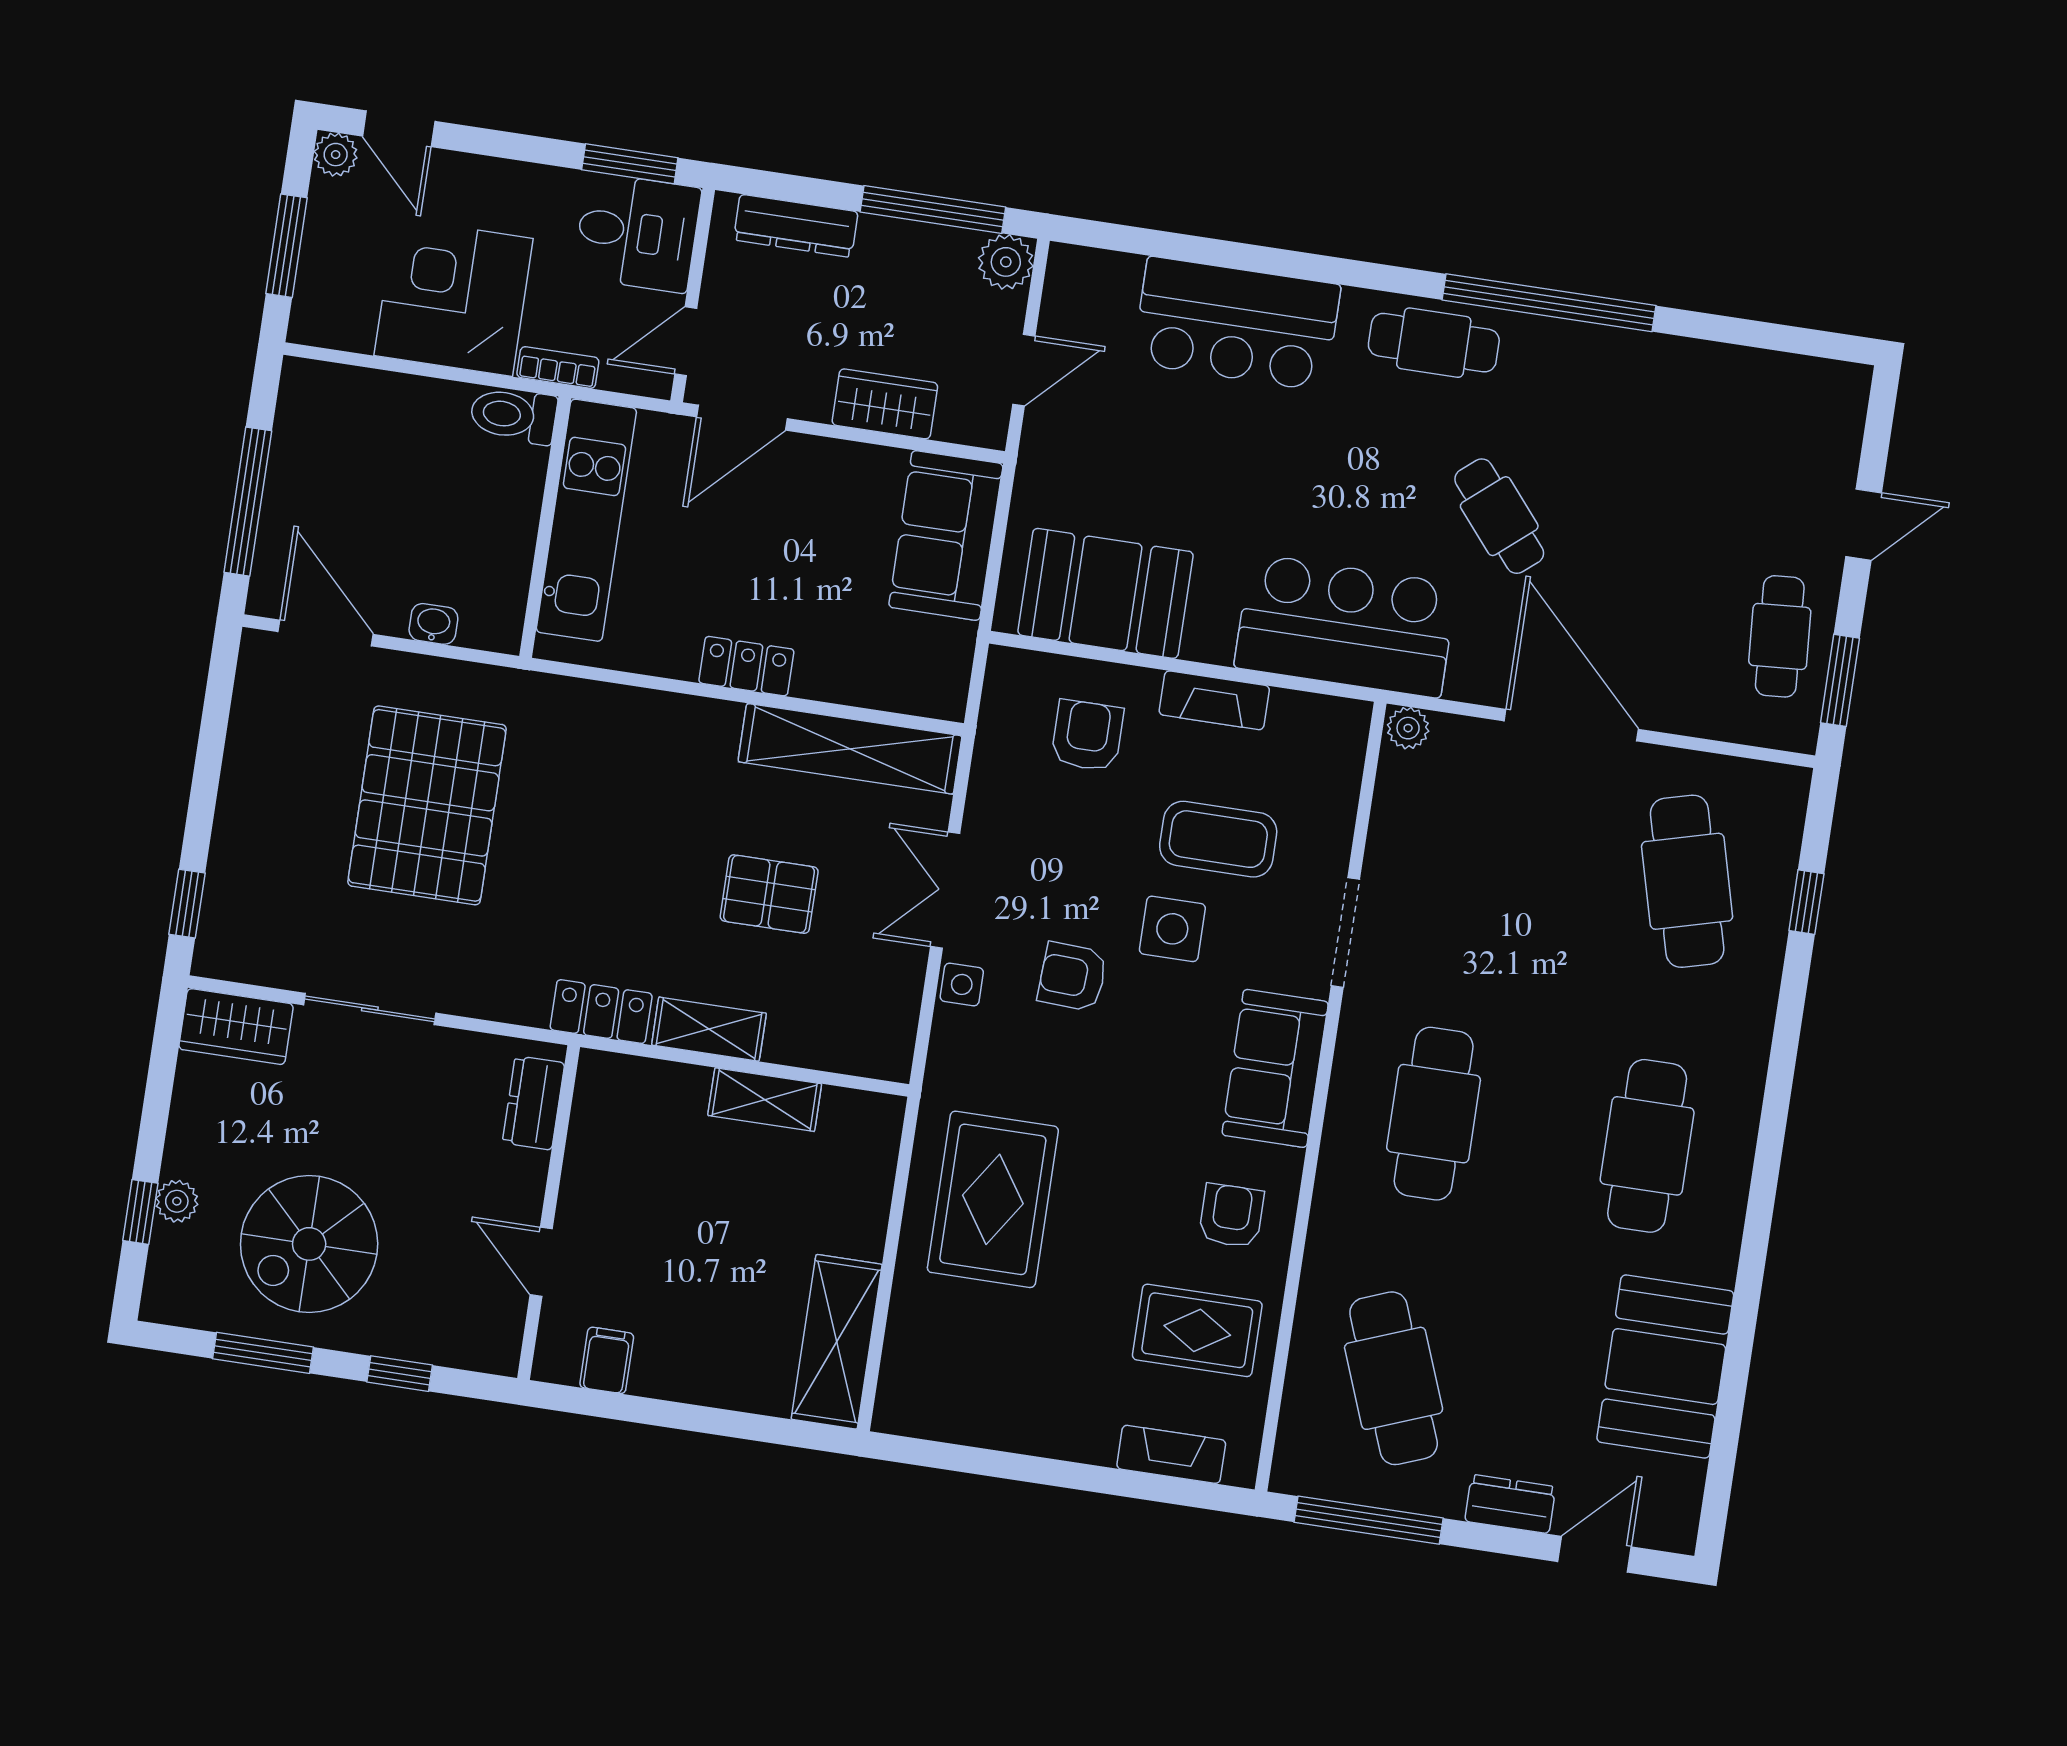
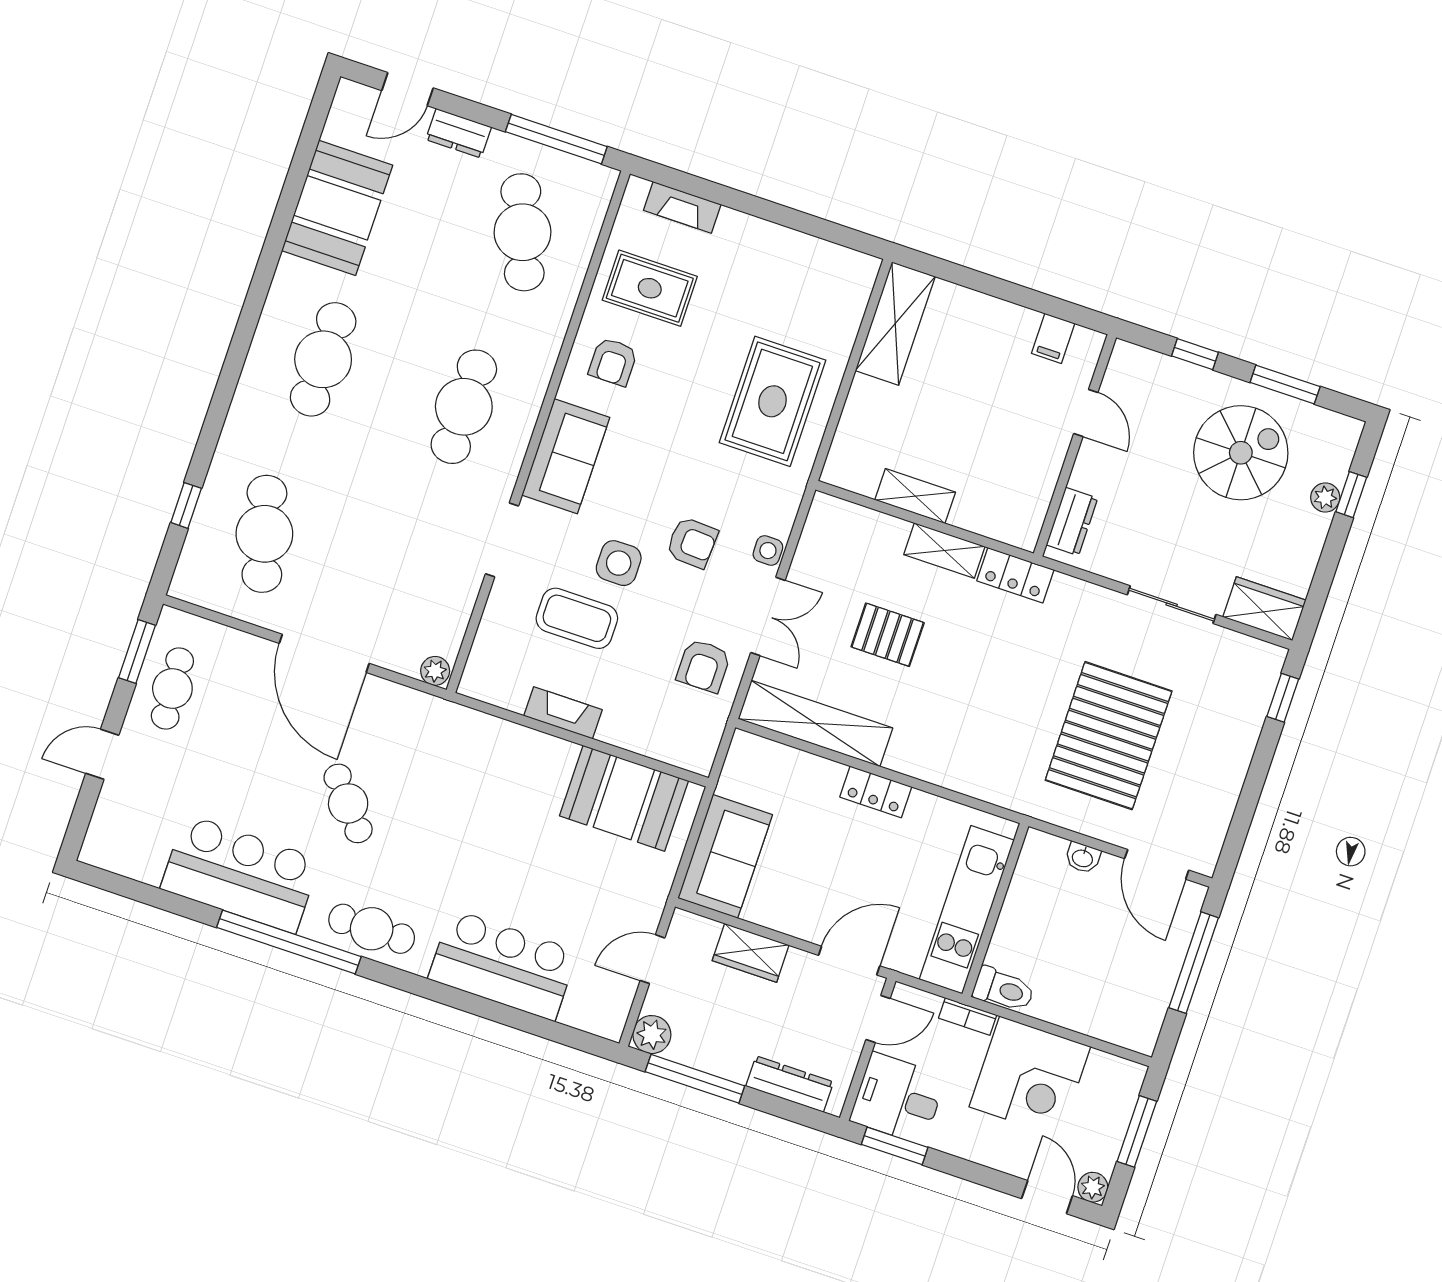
bar counter: (1345, 626) -> (240, 874), moved, turned 180
armchair: (1087, 736) -> (704, 666), moved

